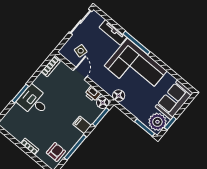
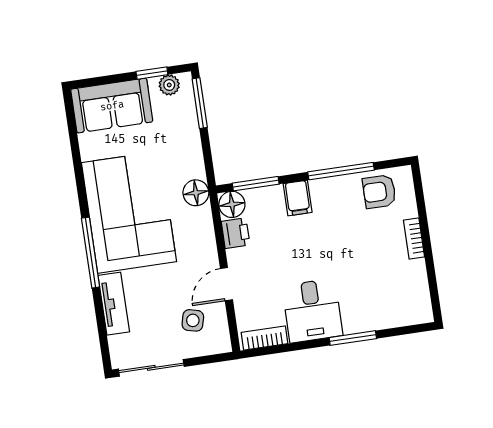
desk: (34, 101) -> (312, 311), moved
plant: (157, 122) -> (169, 85), width x0.53, depth x0.53

